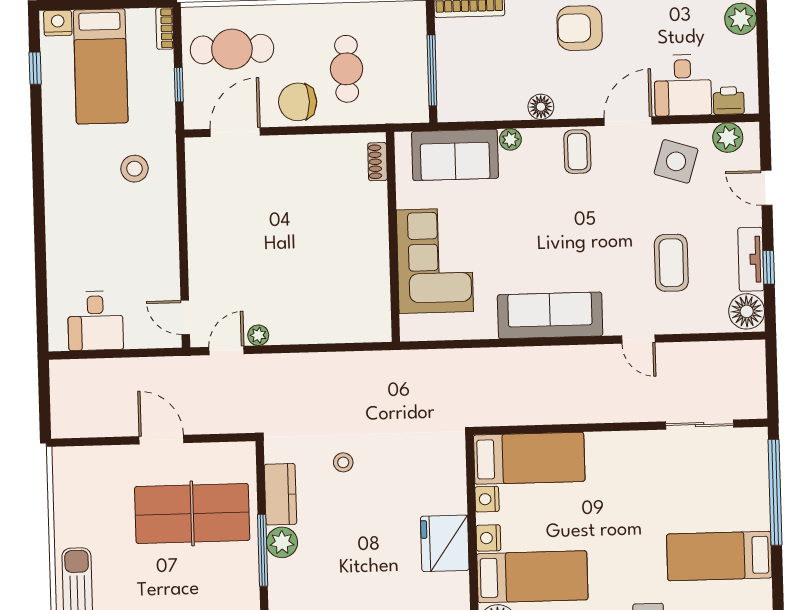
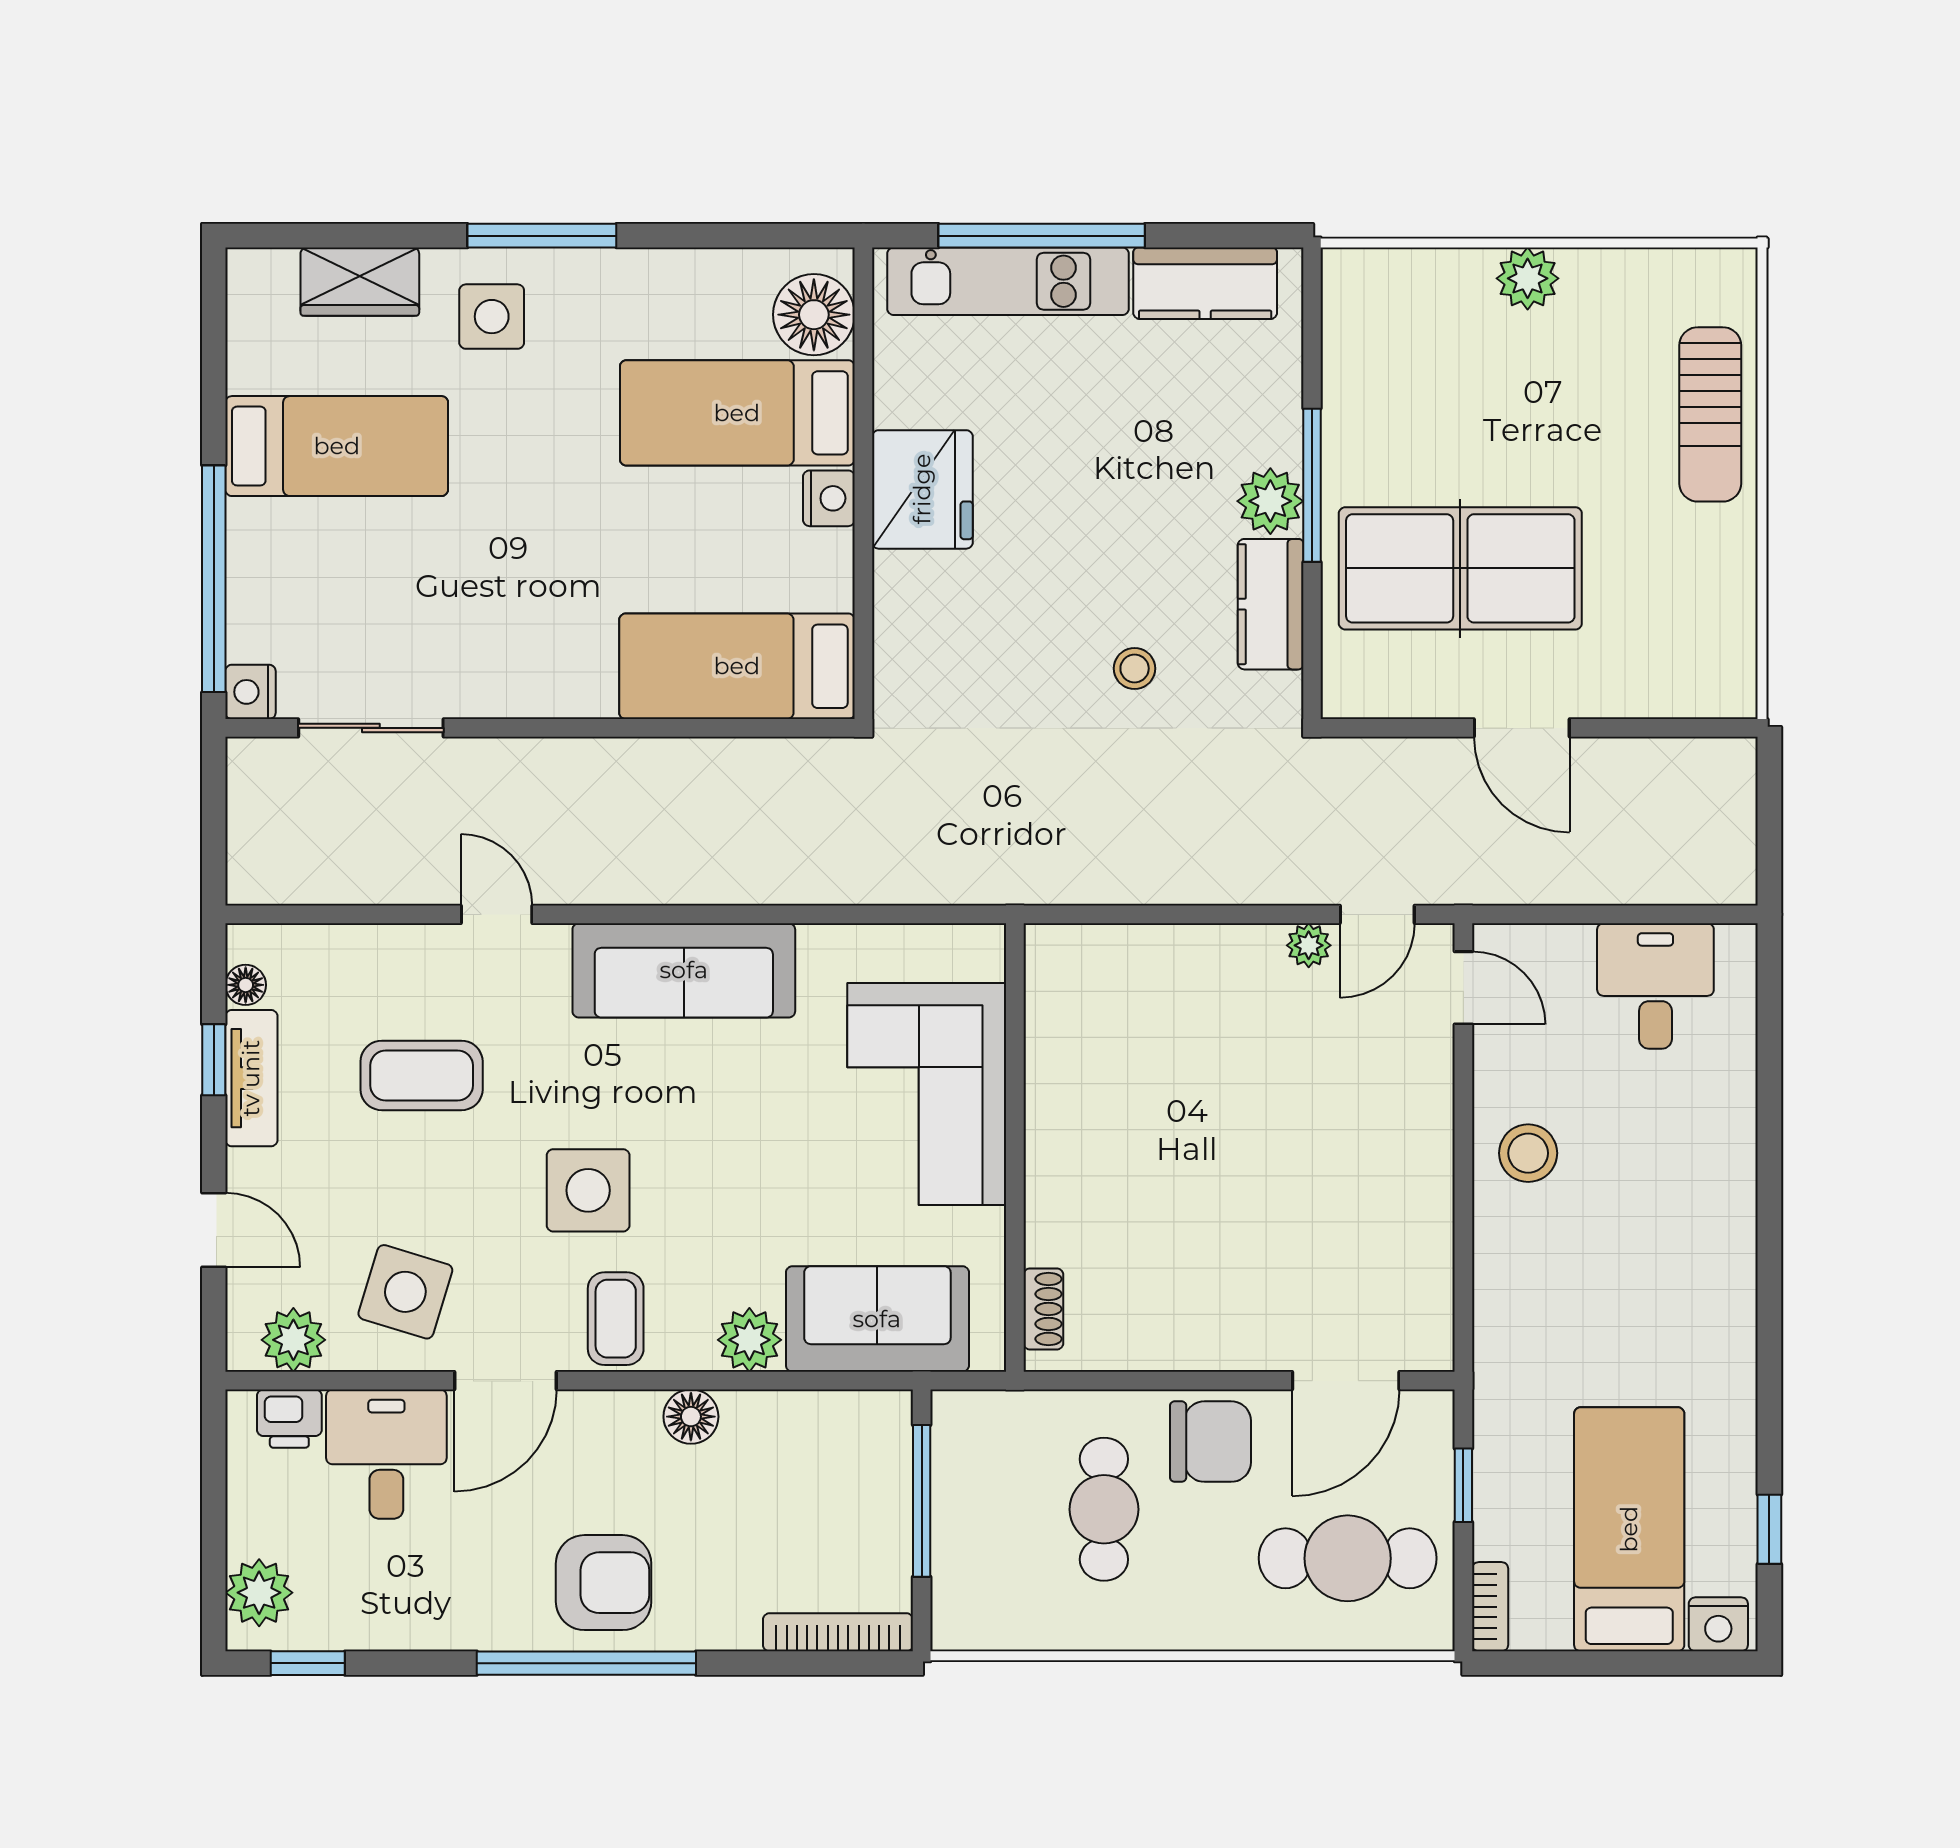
plant: (510, 139) -> (749, 1340), width x1.38, depth x1.38
stool: (134, 169) -> (1528, 1153), moved
side table: (592, 211) -> (588, 1190), added
coffee table: (671, 263) -> (422, 1075), turned 90
floor lamp: (747, 311) -> (246, 985), width x0.53, depth x0.53
nightstand: (487, 499) -> (250, 692), moved, turned 180

